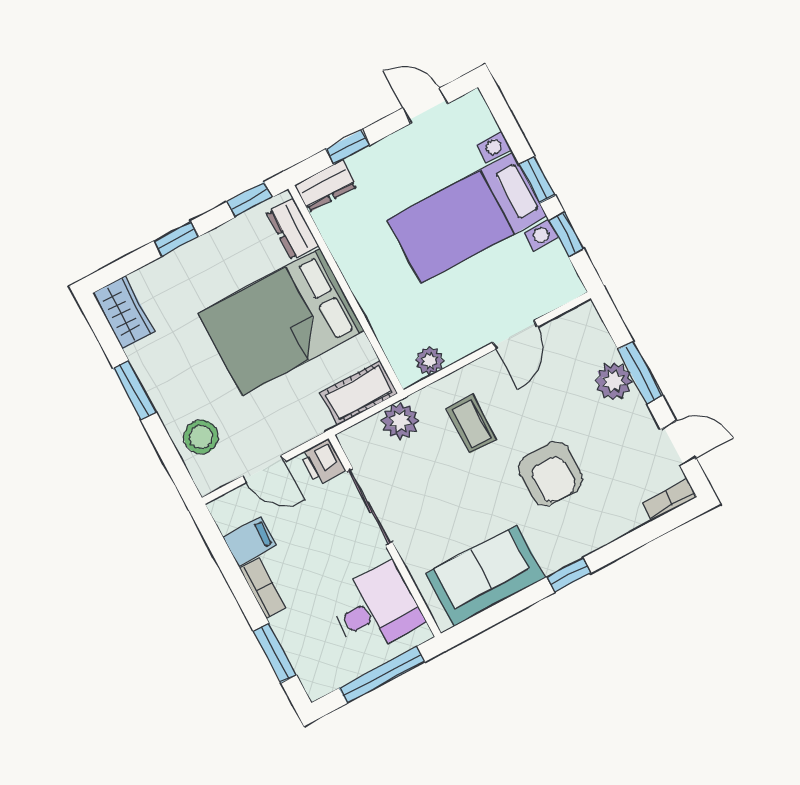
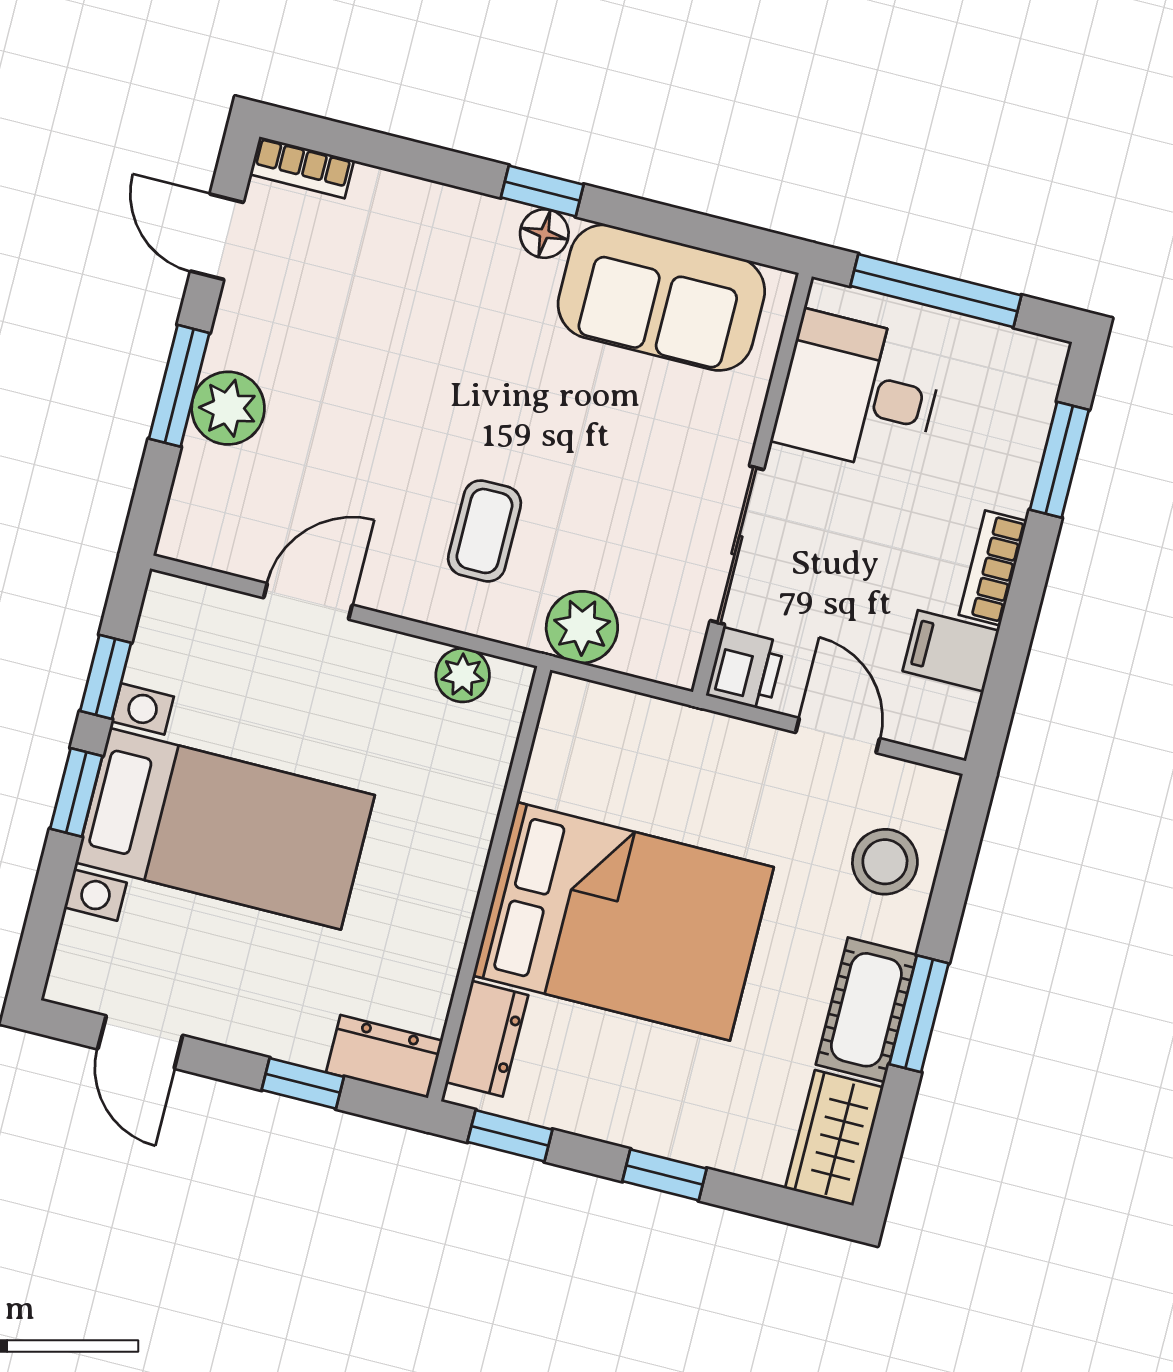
cot: (359, 393) -> (866, 1010), moved, turned 90
armchair: (551, 474) -> (437, 359), removed
floor lamp: (553, 560) -> (544, 234), added

